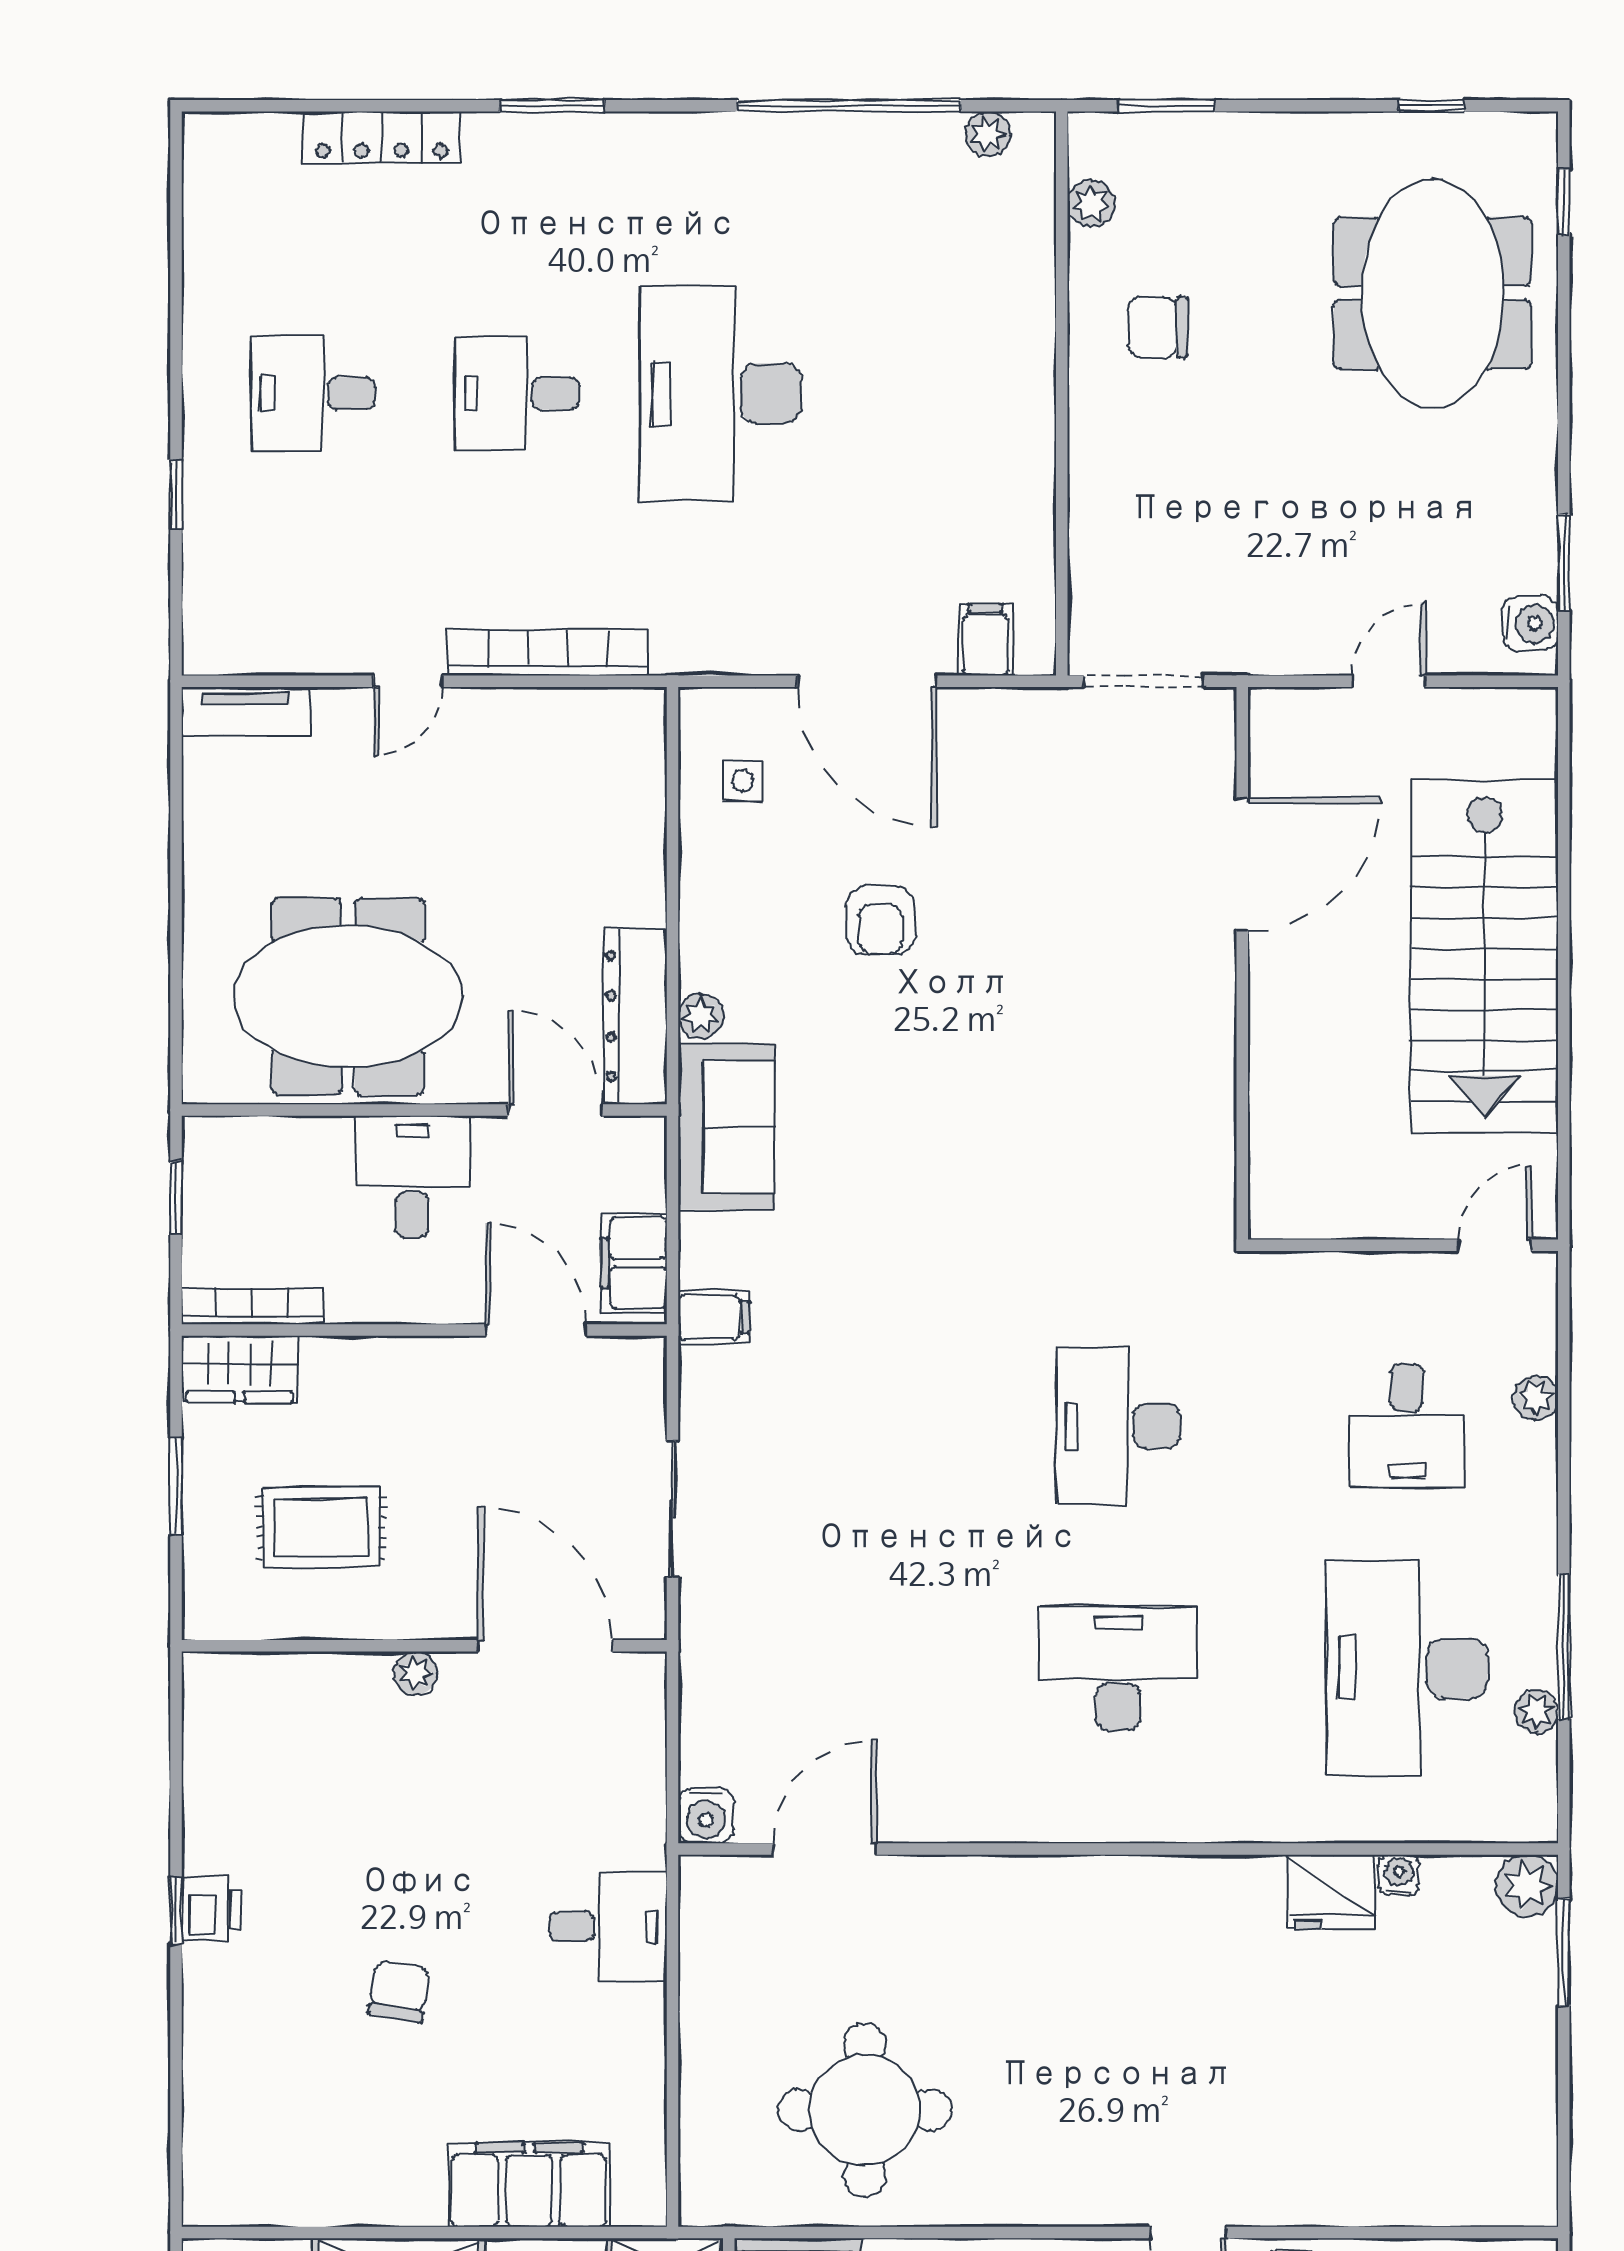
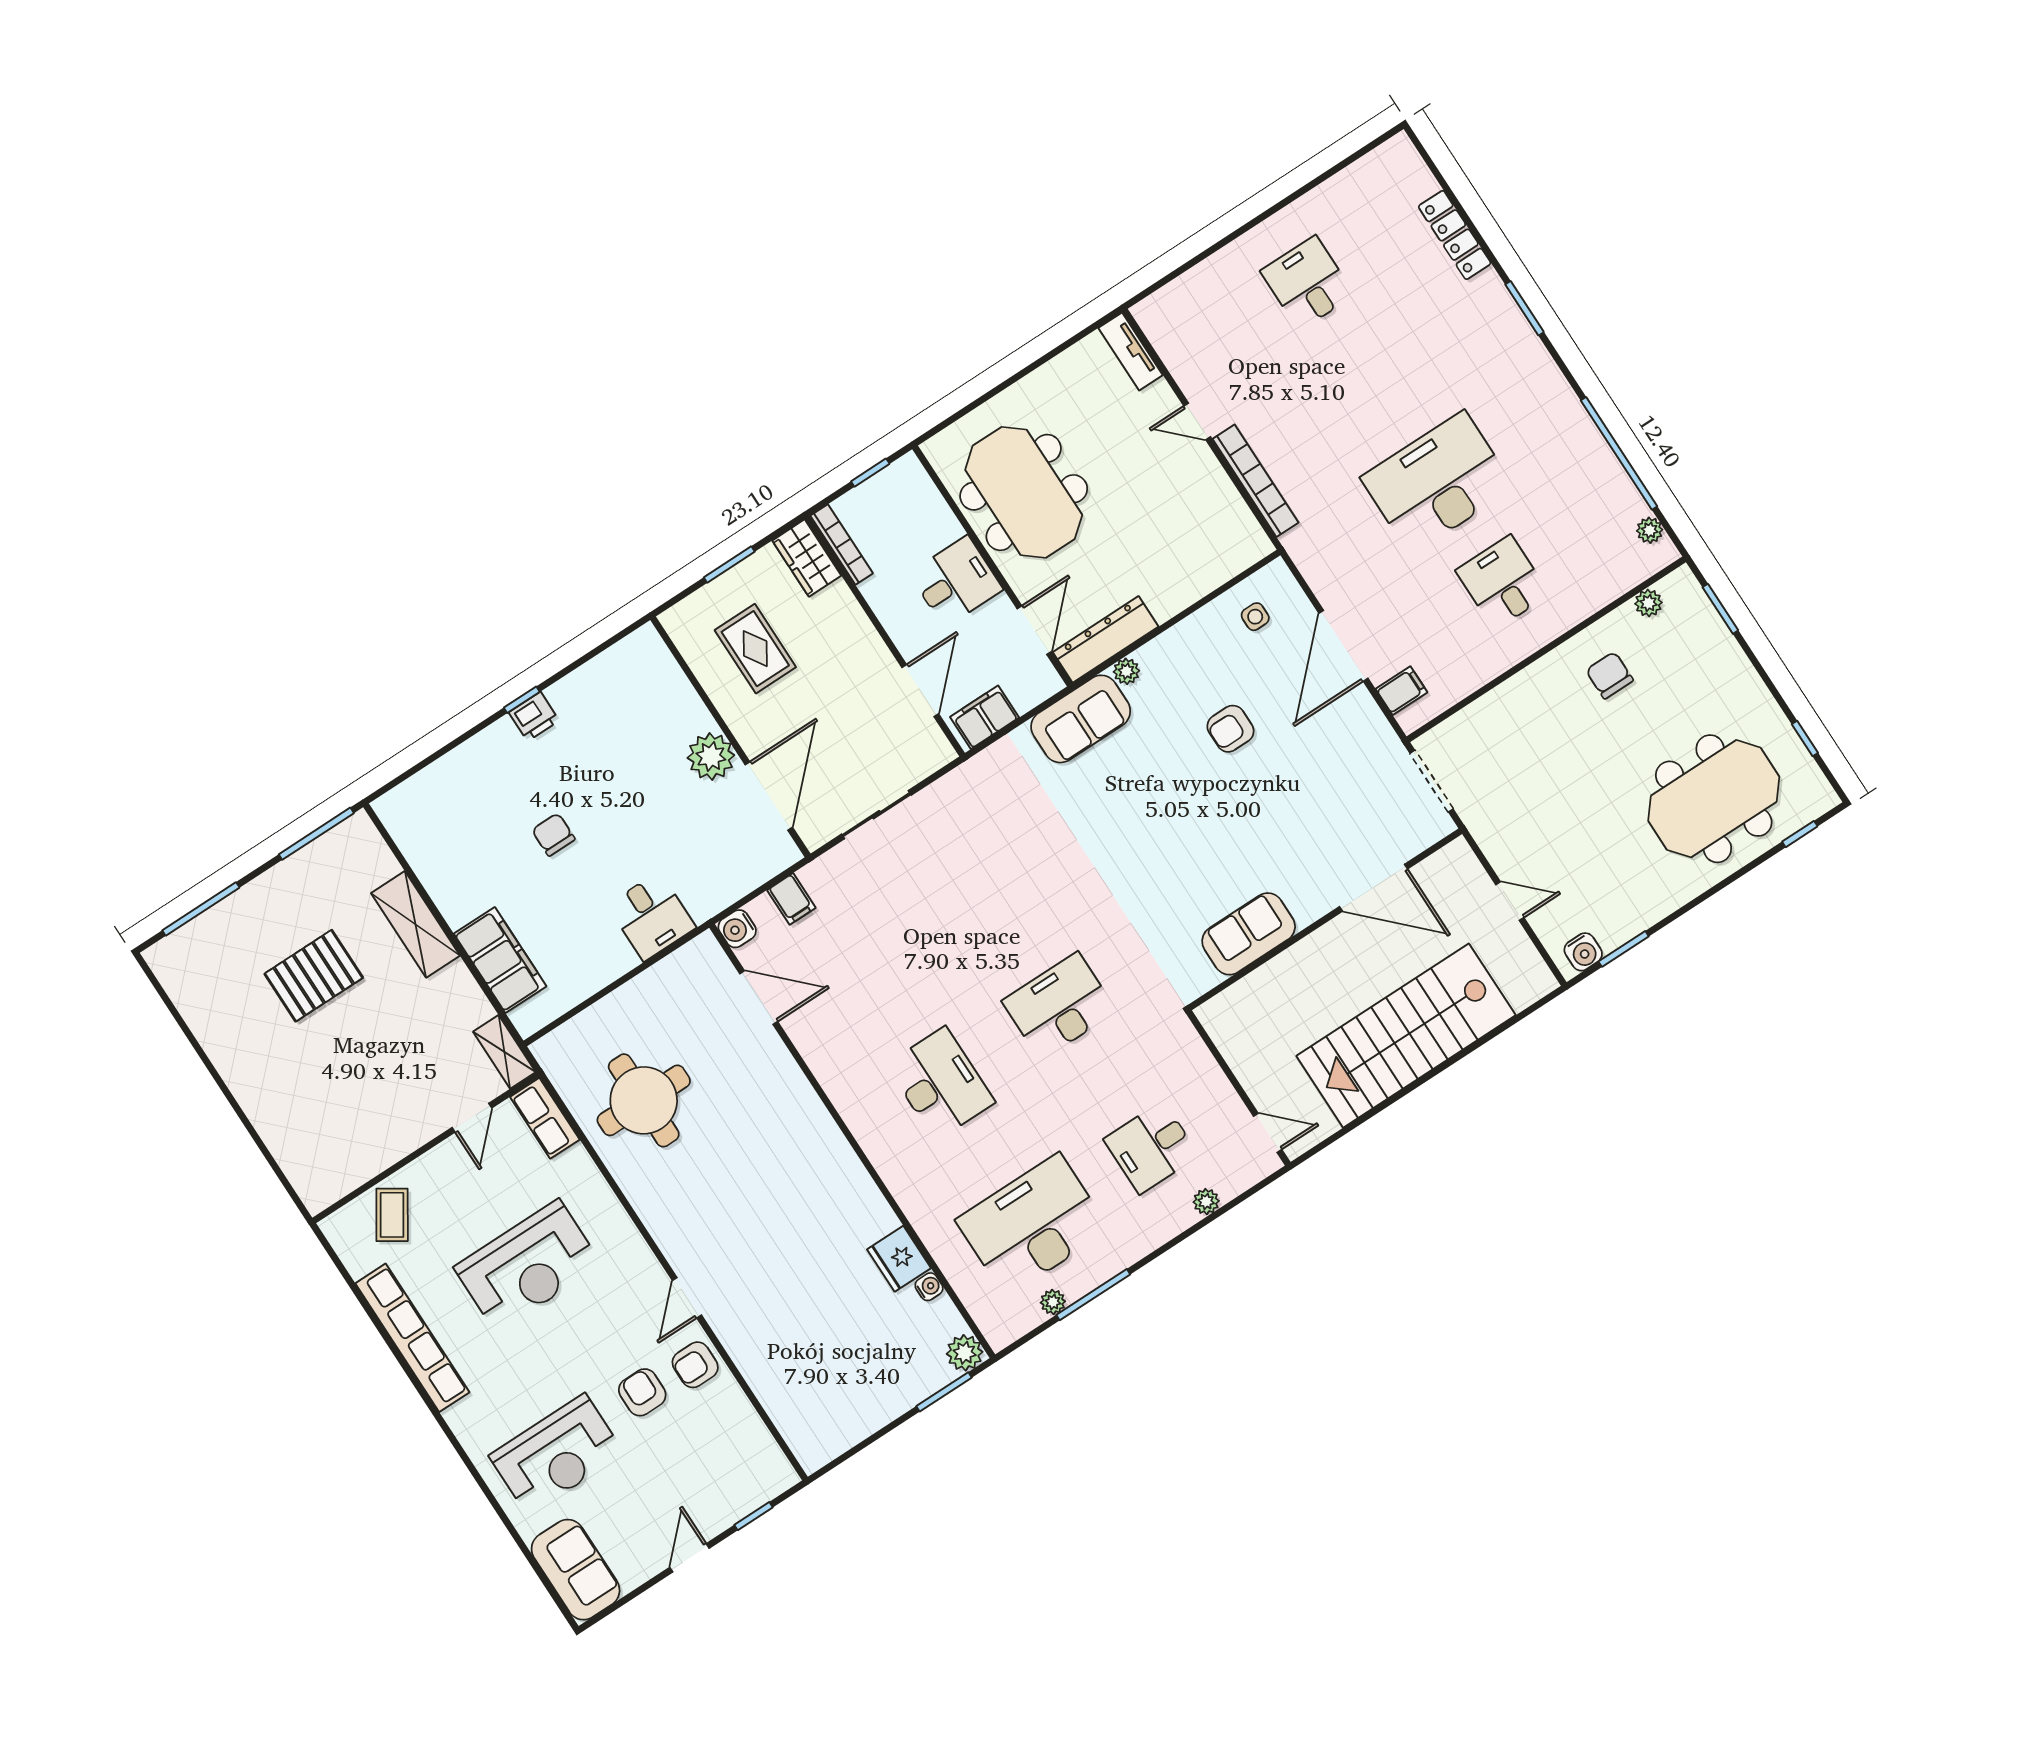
desk: (517, 394) -> (1503, 582), moved
window: (176, 495) -> (1214, 248), removed
sofa: (1191, 1087) -> (1249, 934), added
filing cabinet: (714, 1317) -> (791, 899), moved
plant: (415, 1673) -> (711, 757), width x1.88, depth x1.88
chair: (399, 1991) -> (553, 835), turned -99

